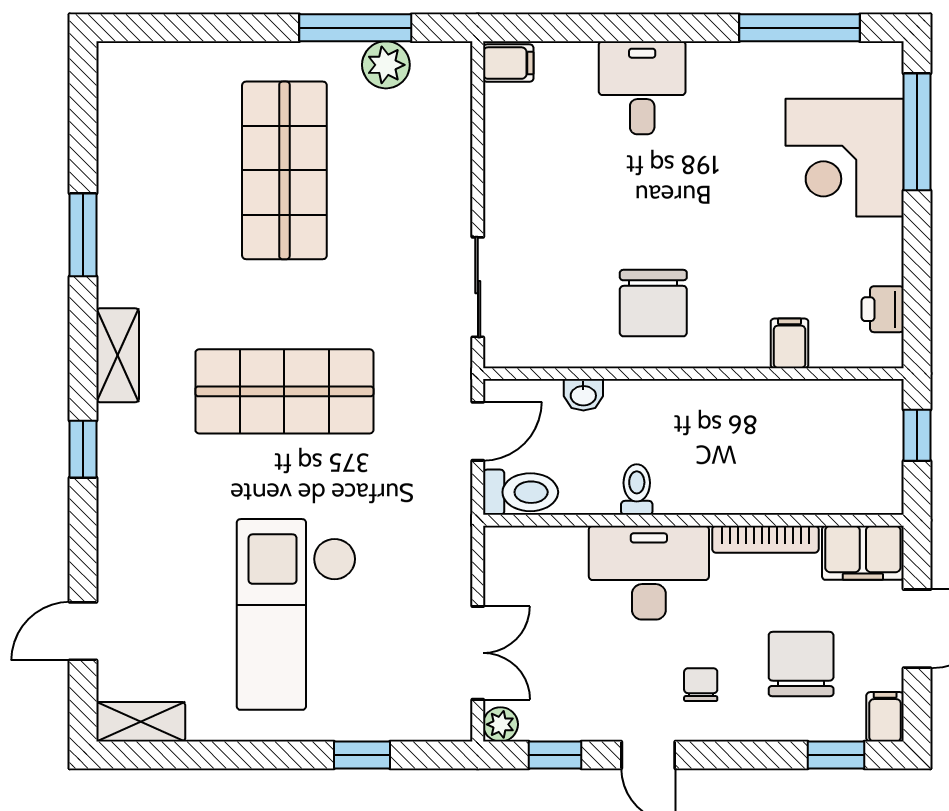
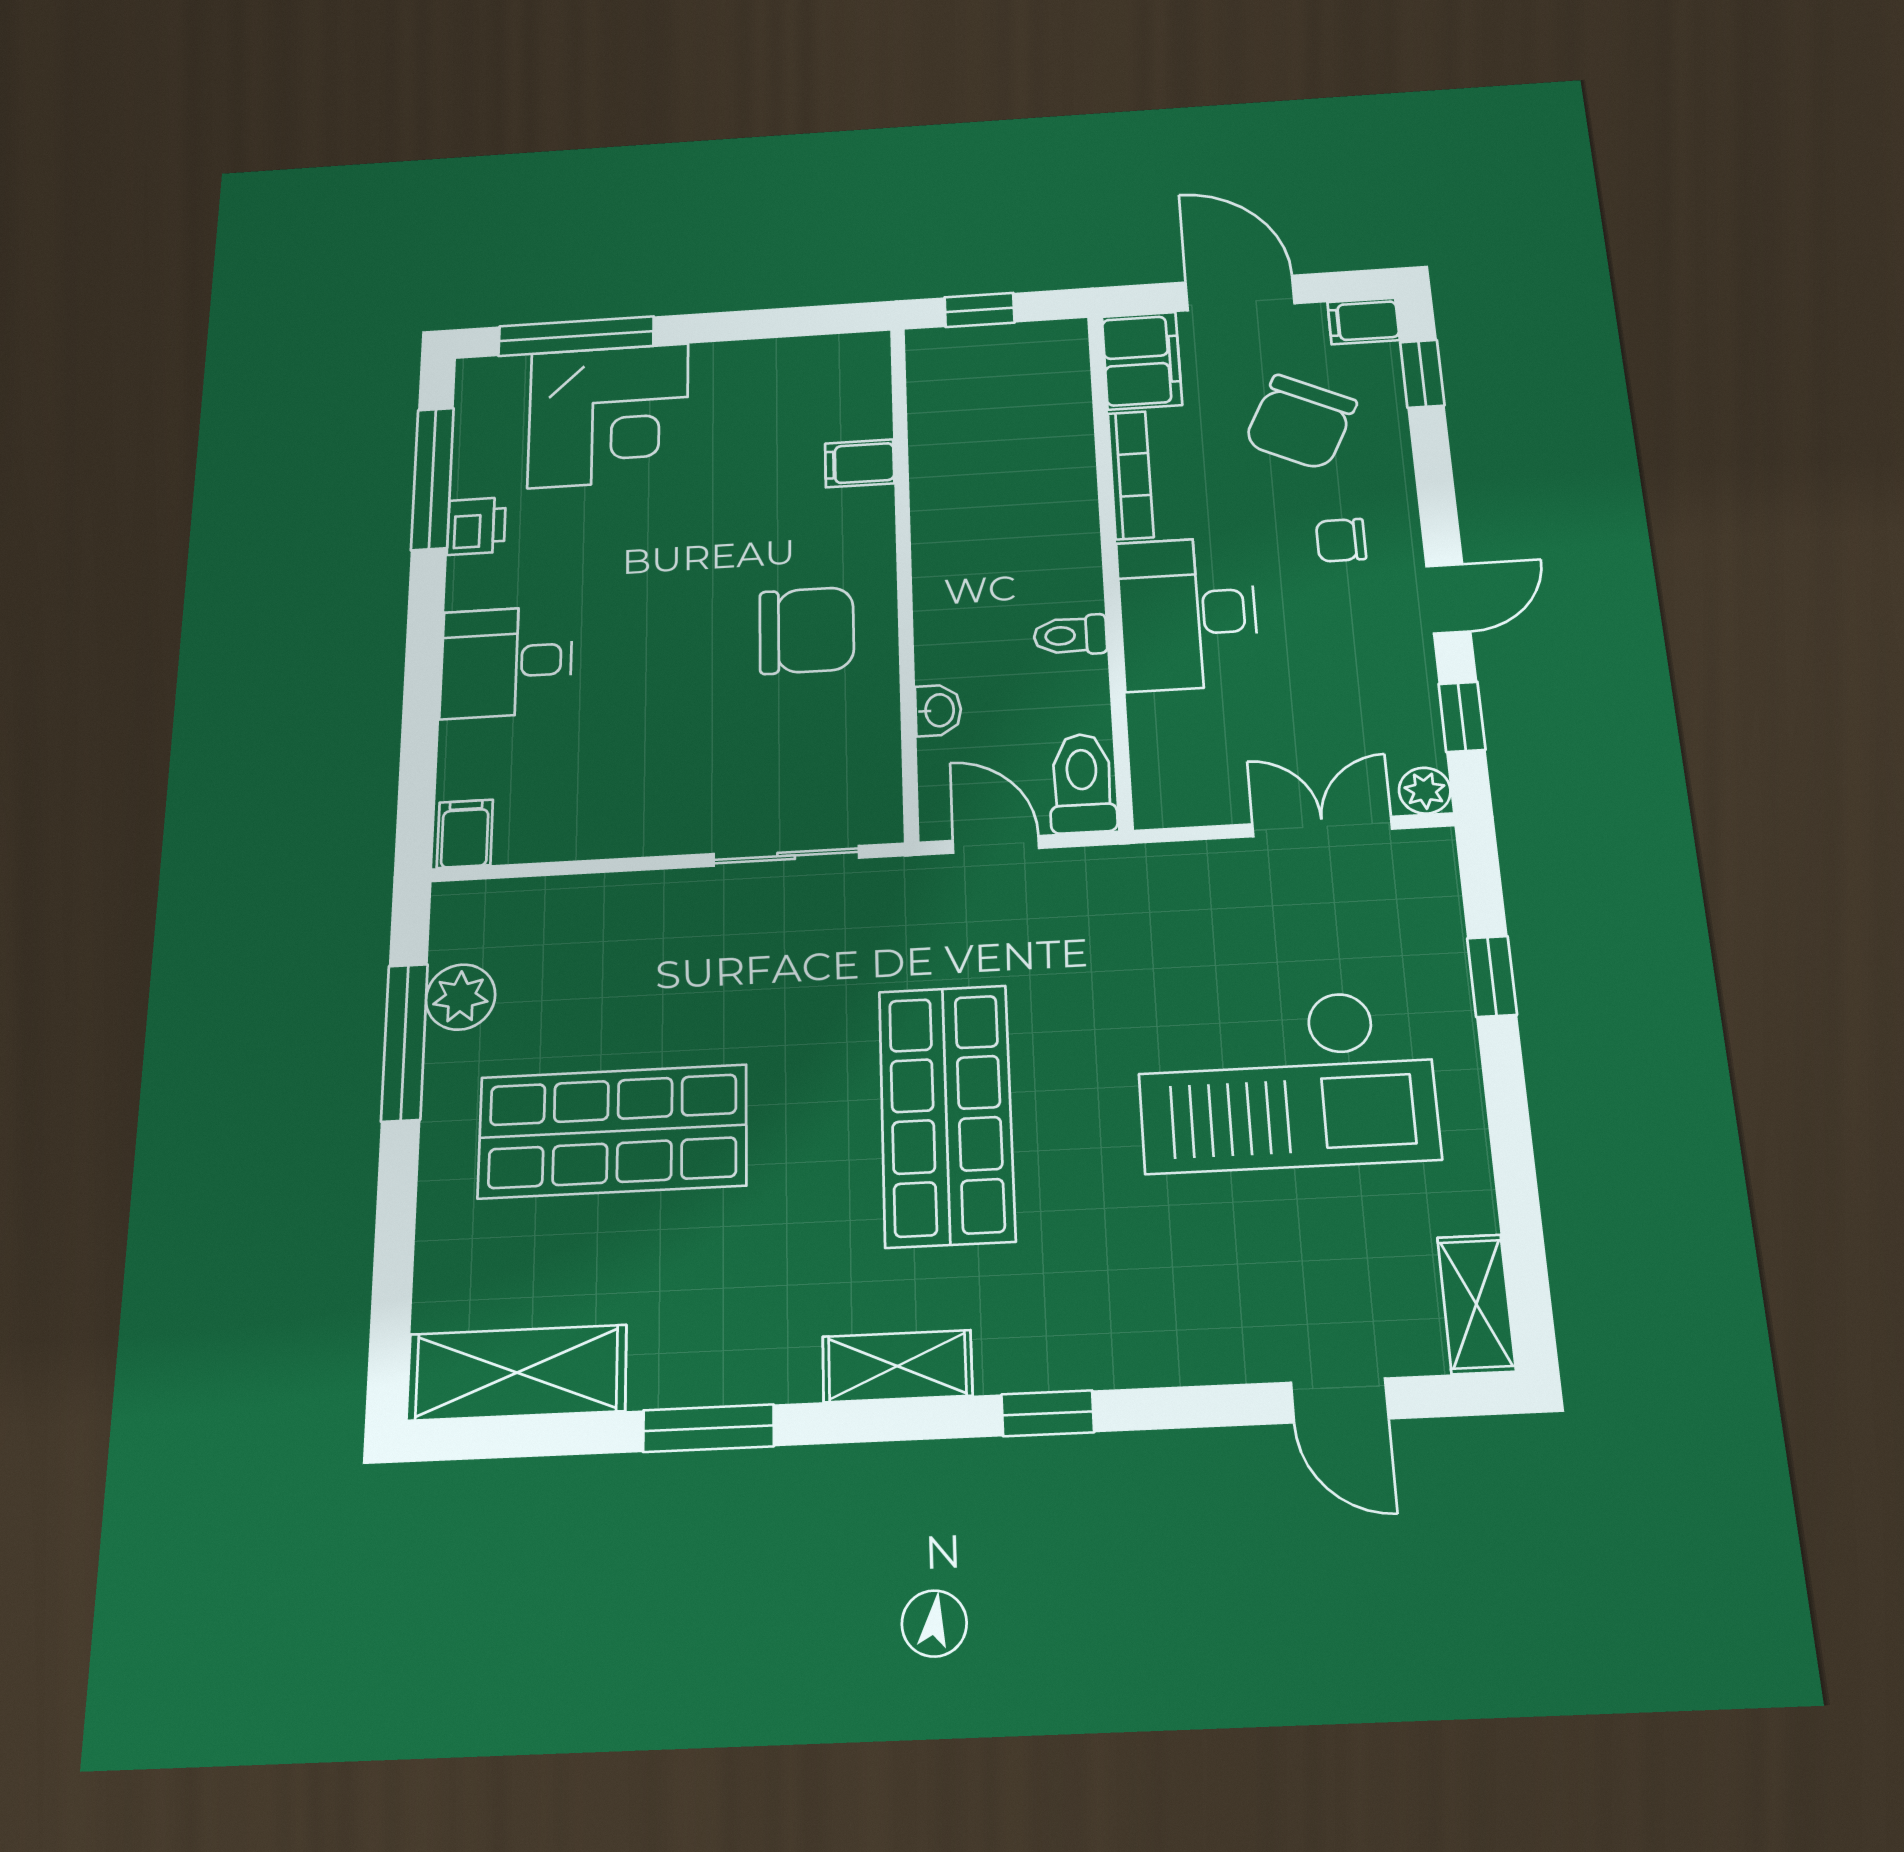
shelving: (125, 111) -> (517, 1373), added
printer: (883, 309) -> (476, 526), moved, turned -90
chair: (801, 664) -> (1300, 422), turned -64

